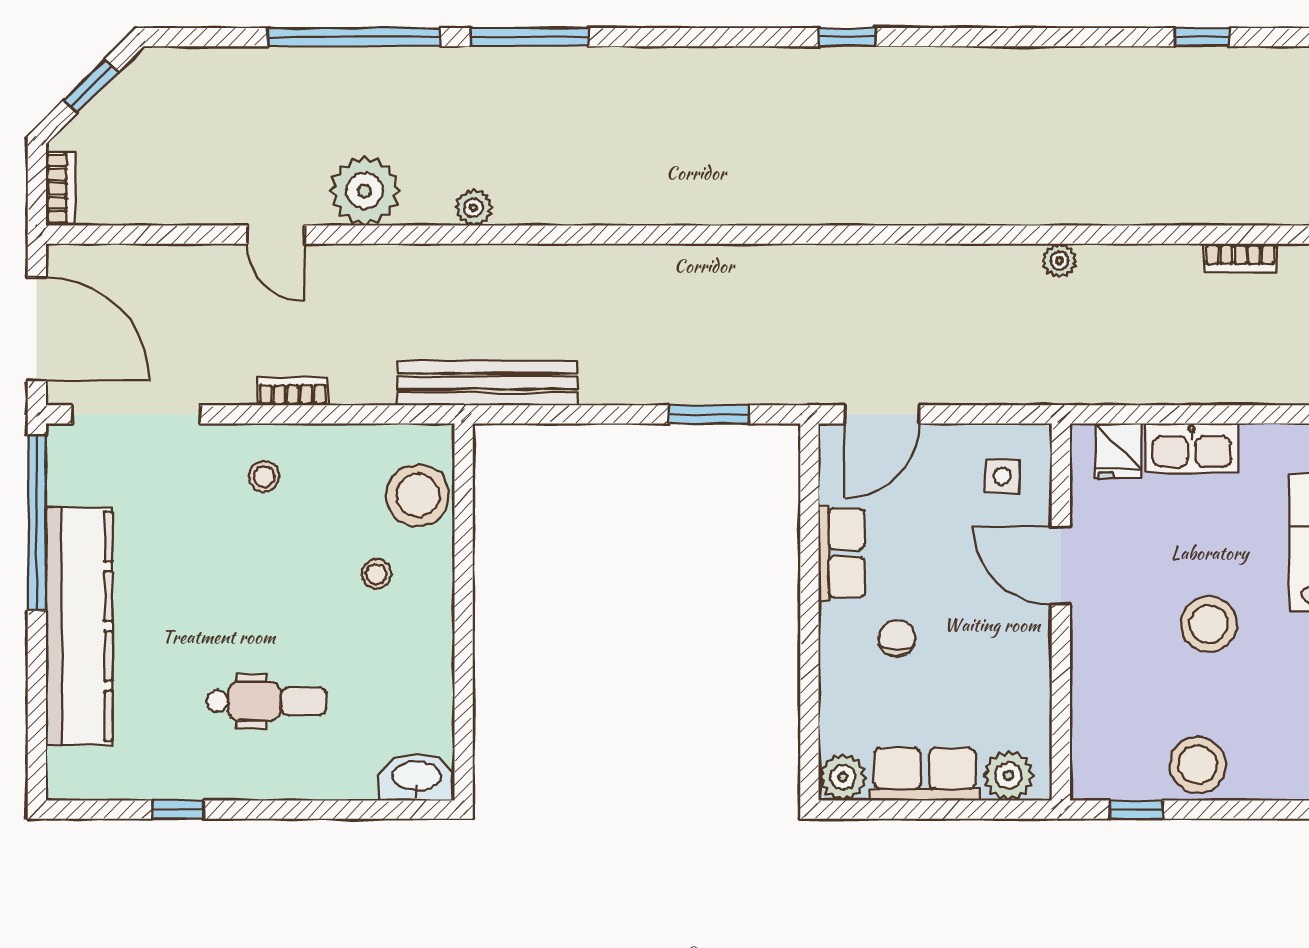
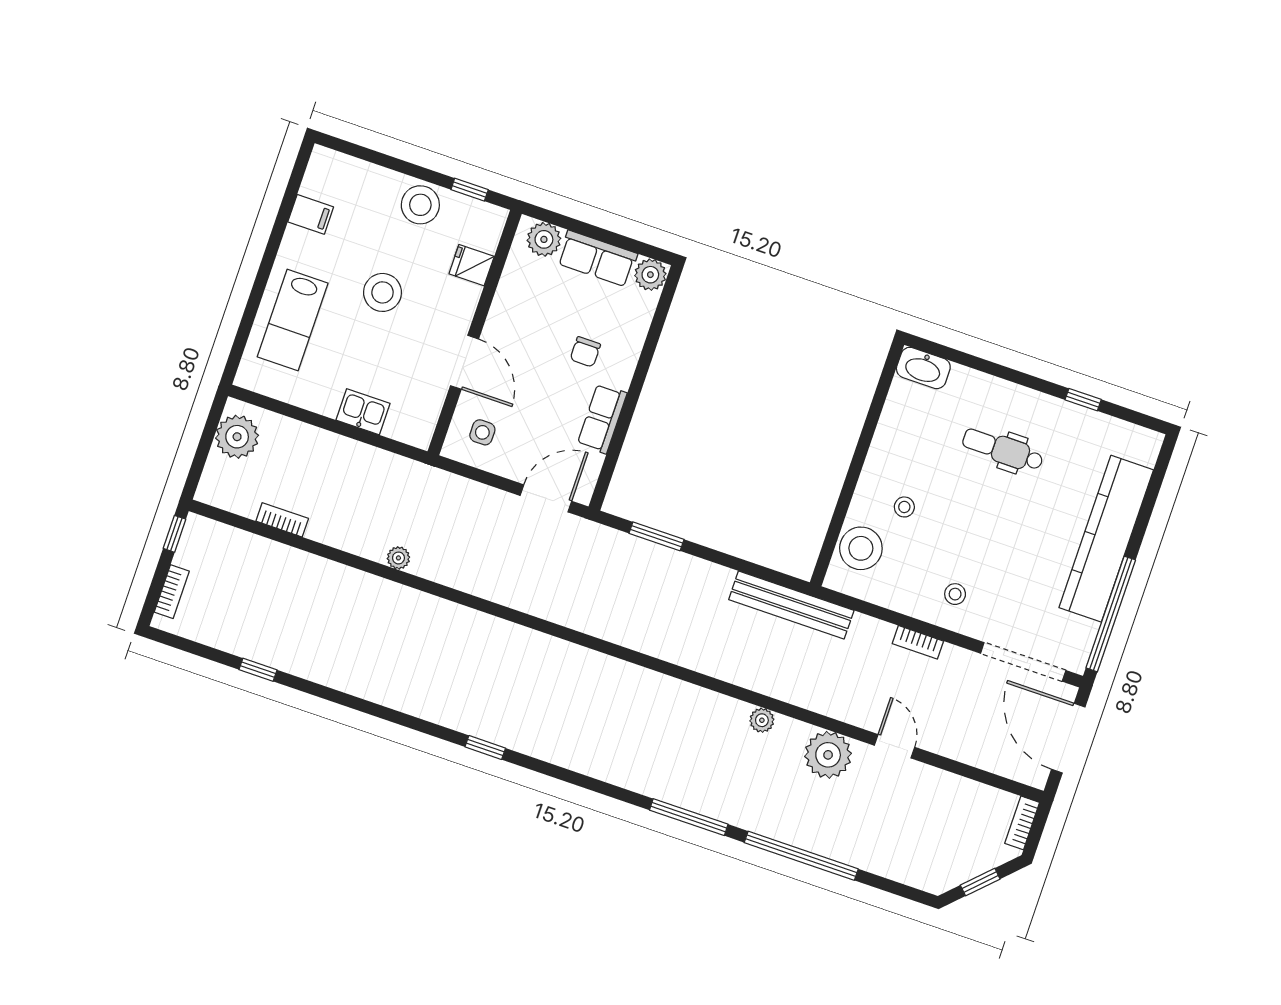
kitchen sink: (1192, 448) -> (363, 412), width x0.73
fridge: (1118, 451) -> (472, 265), moved, turned -90

